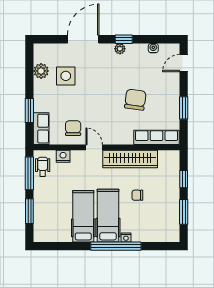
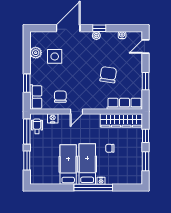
door: (94, 147) -> (77, 112), swing flipped
wardrobe: (130, 159) -> (121, 120), moved

